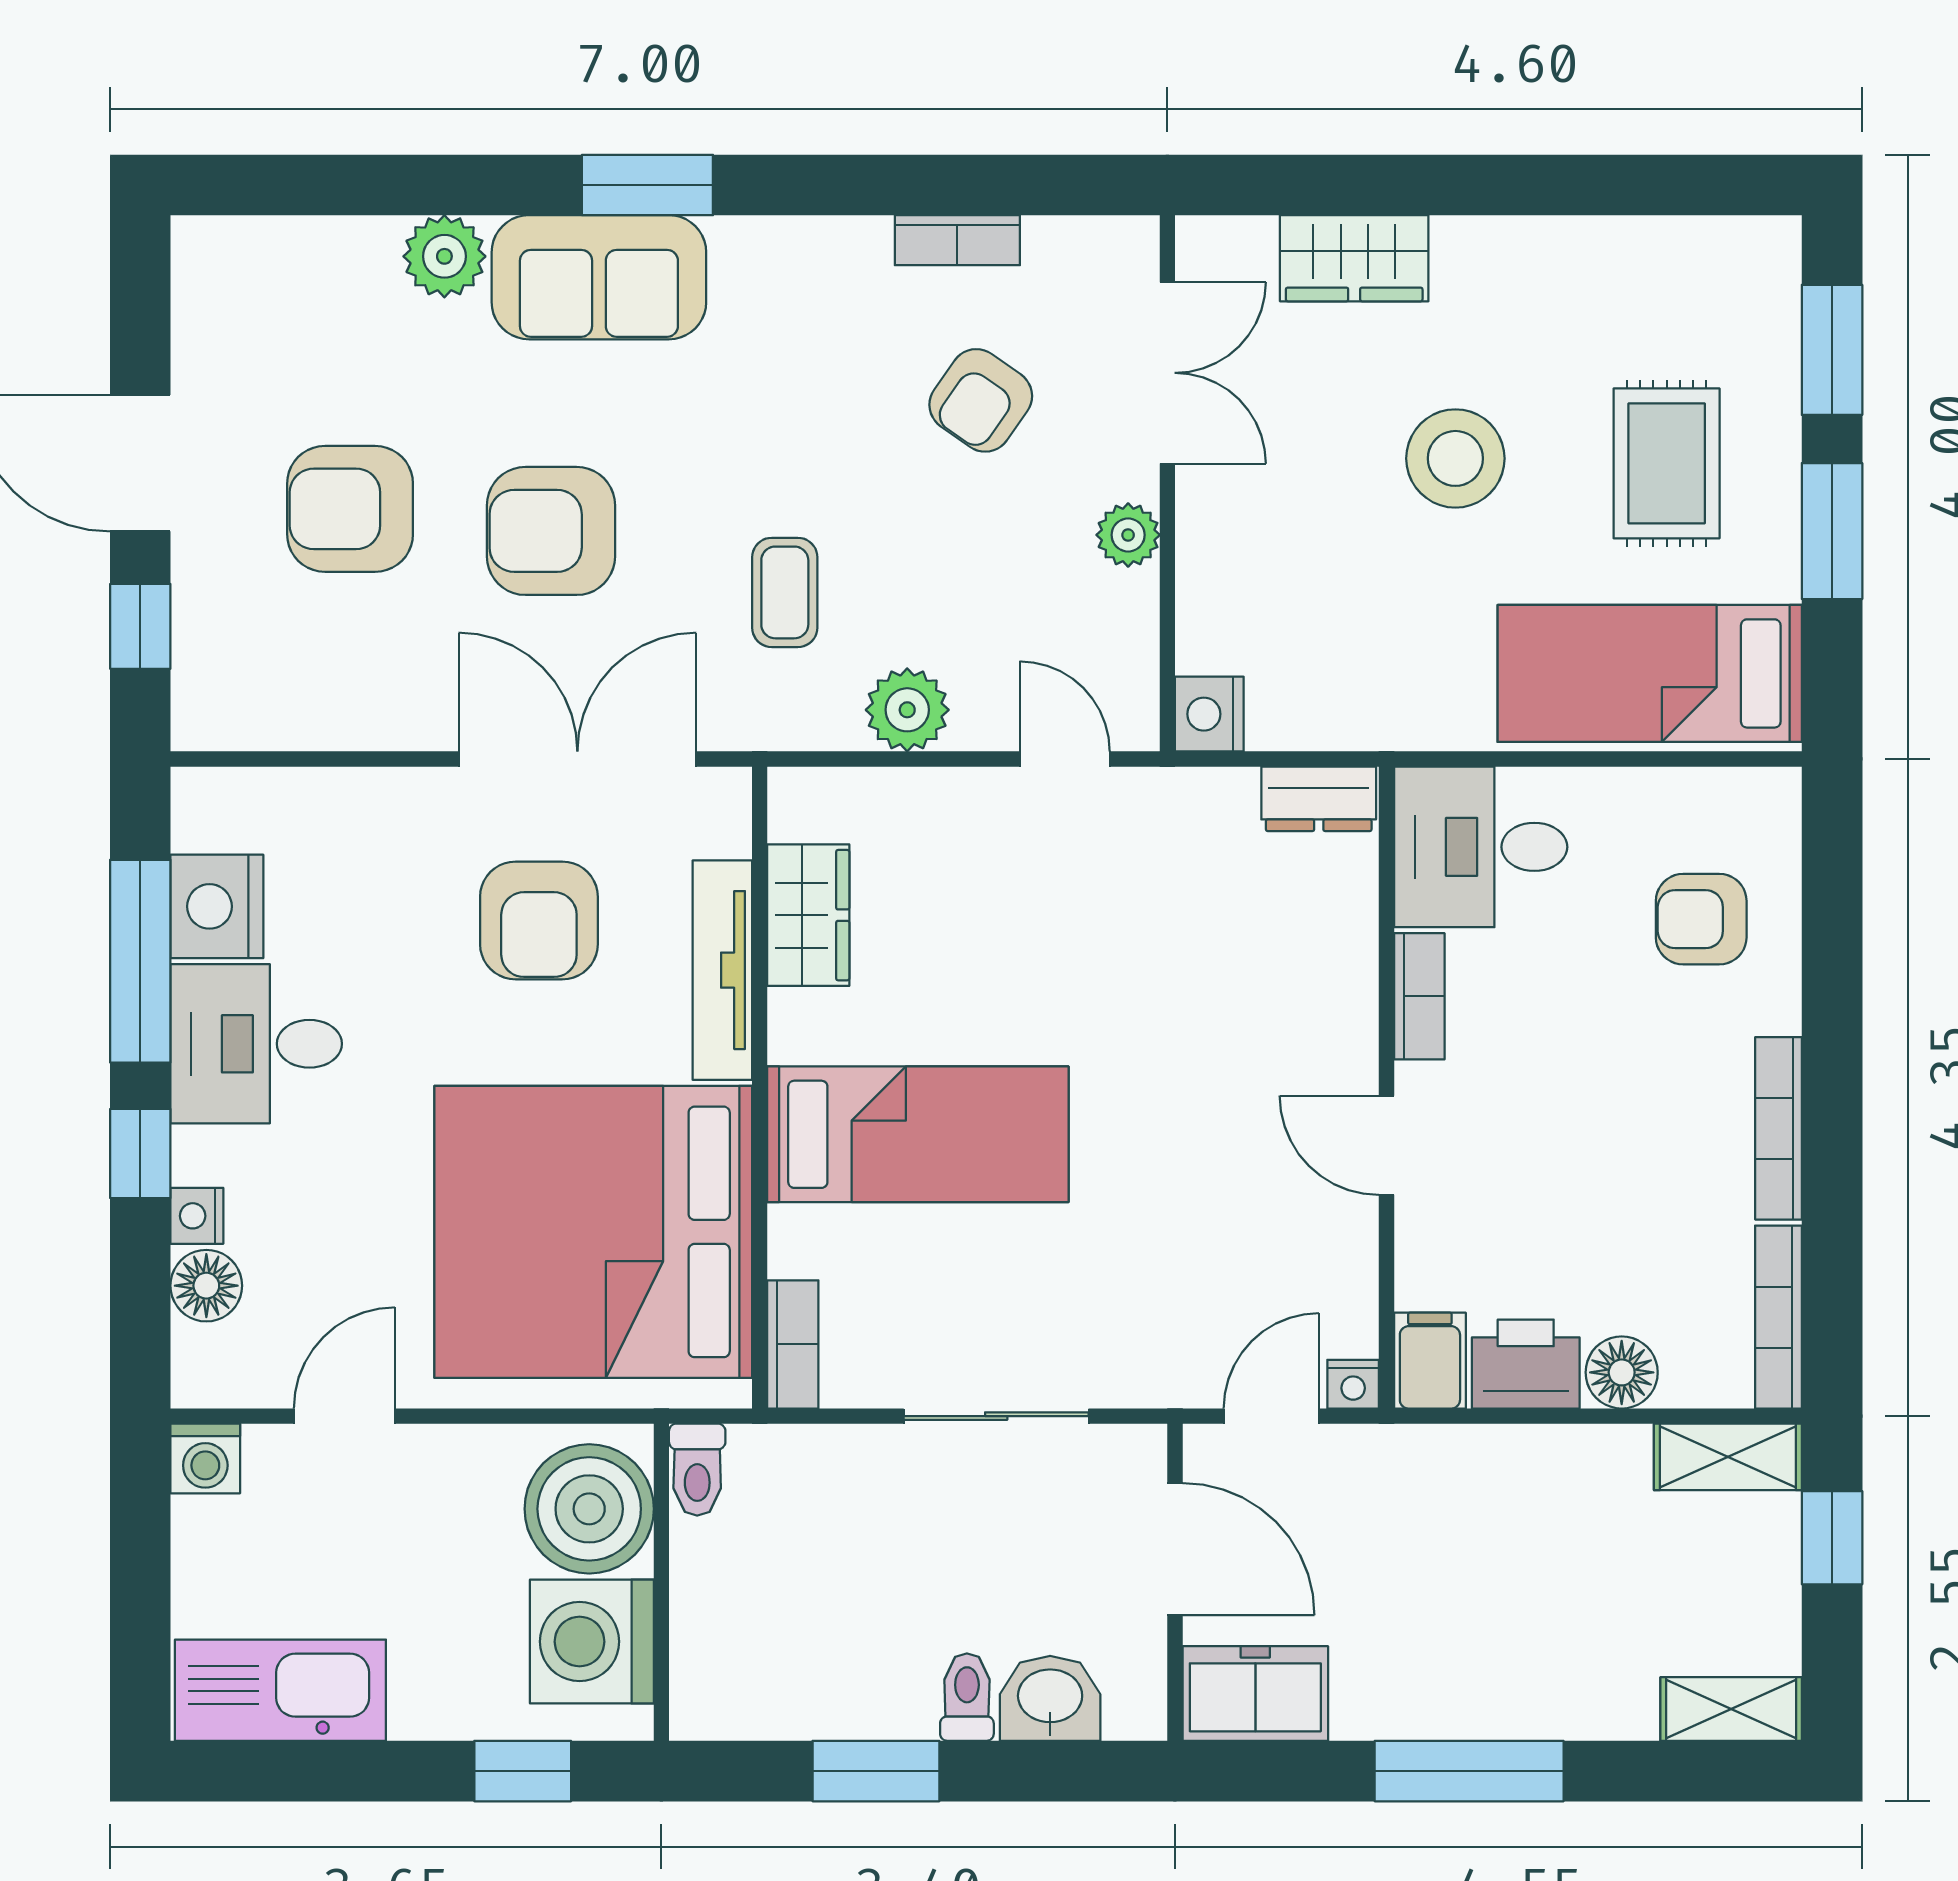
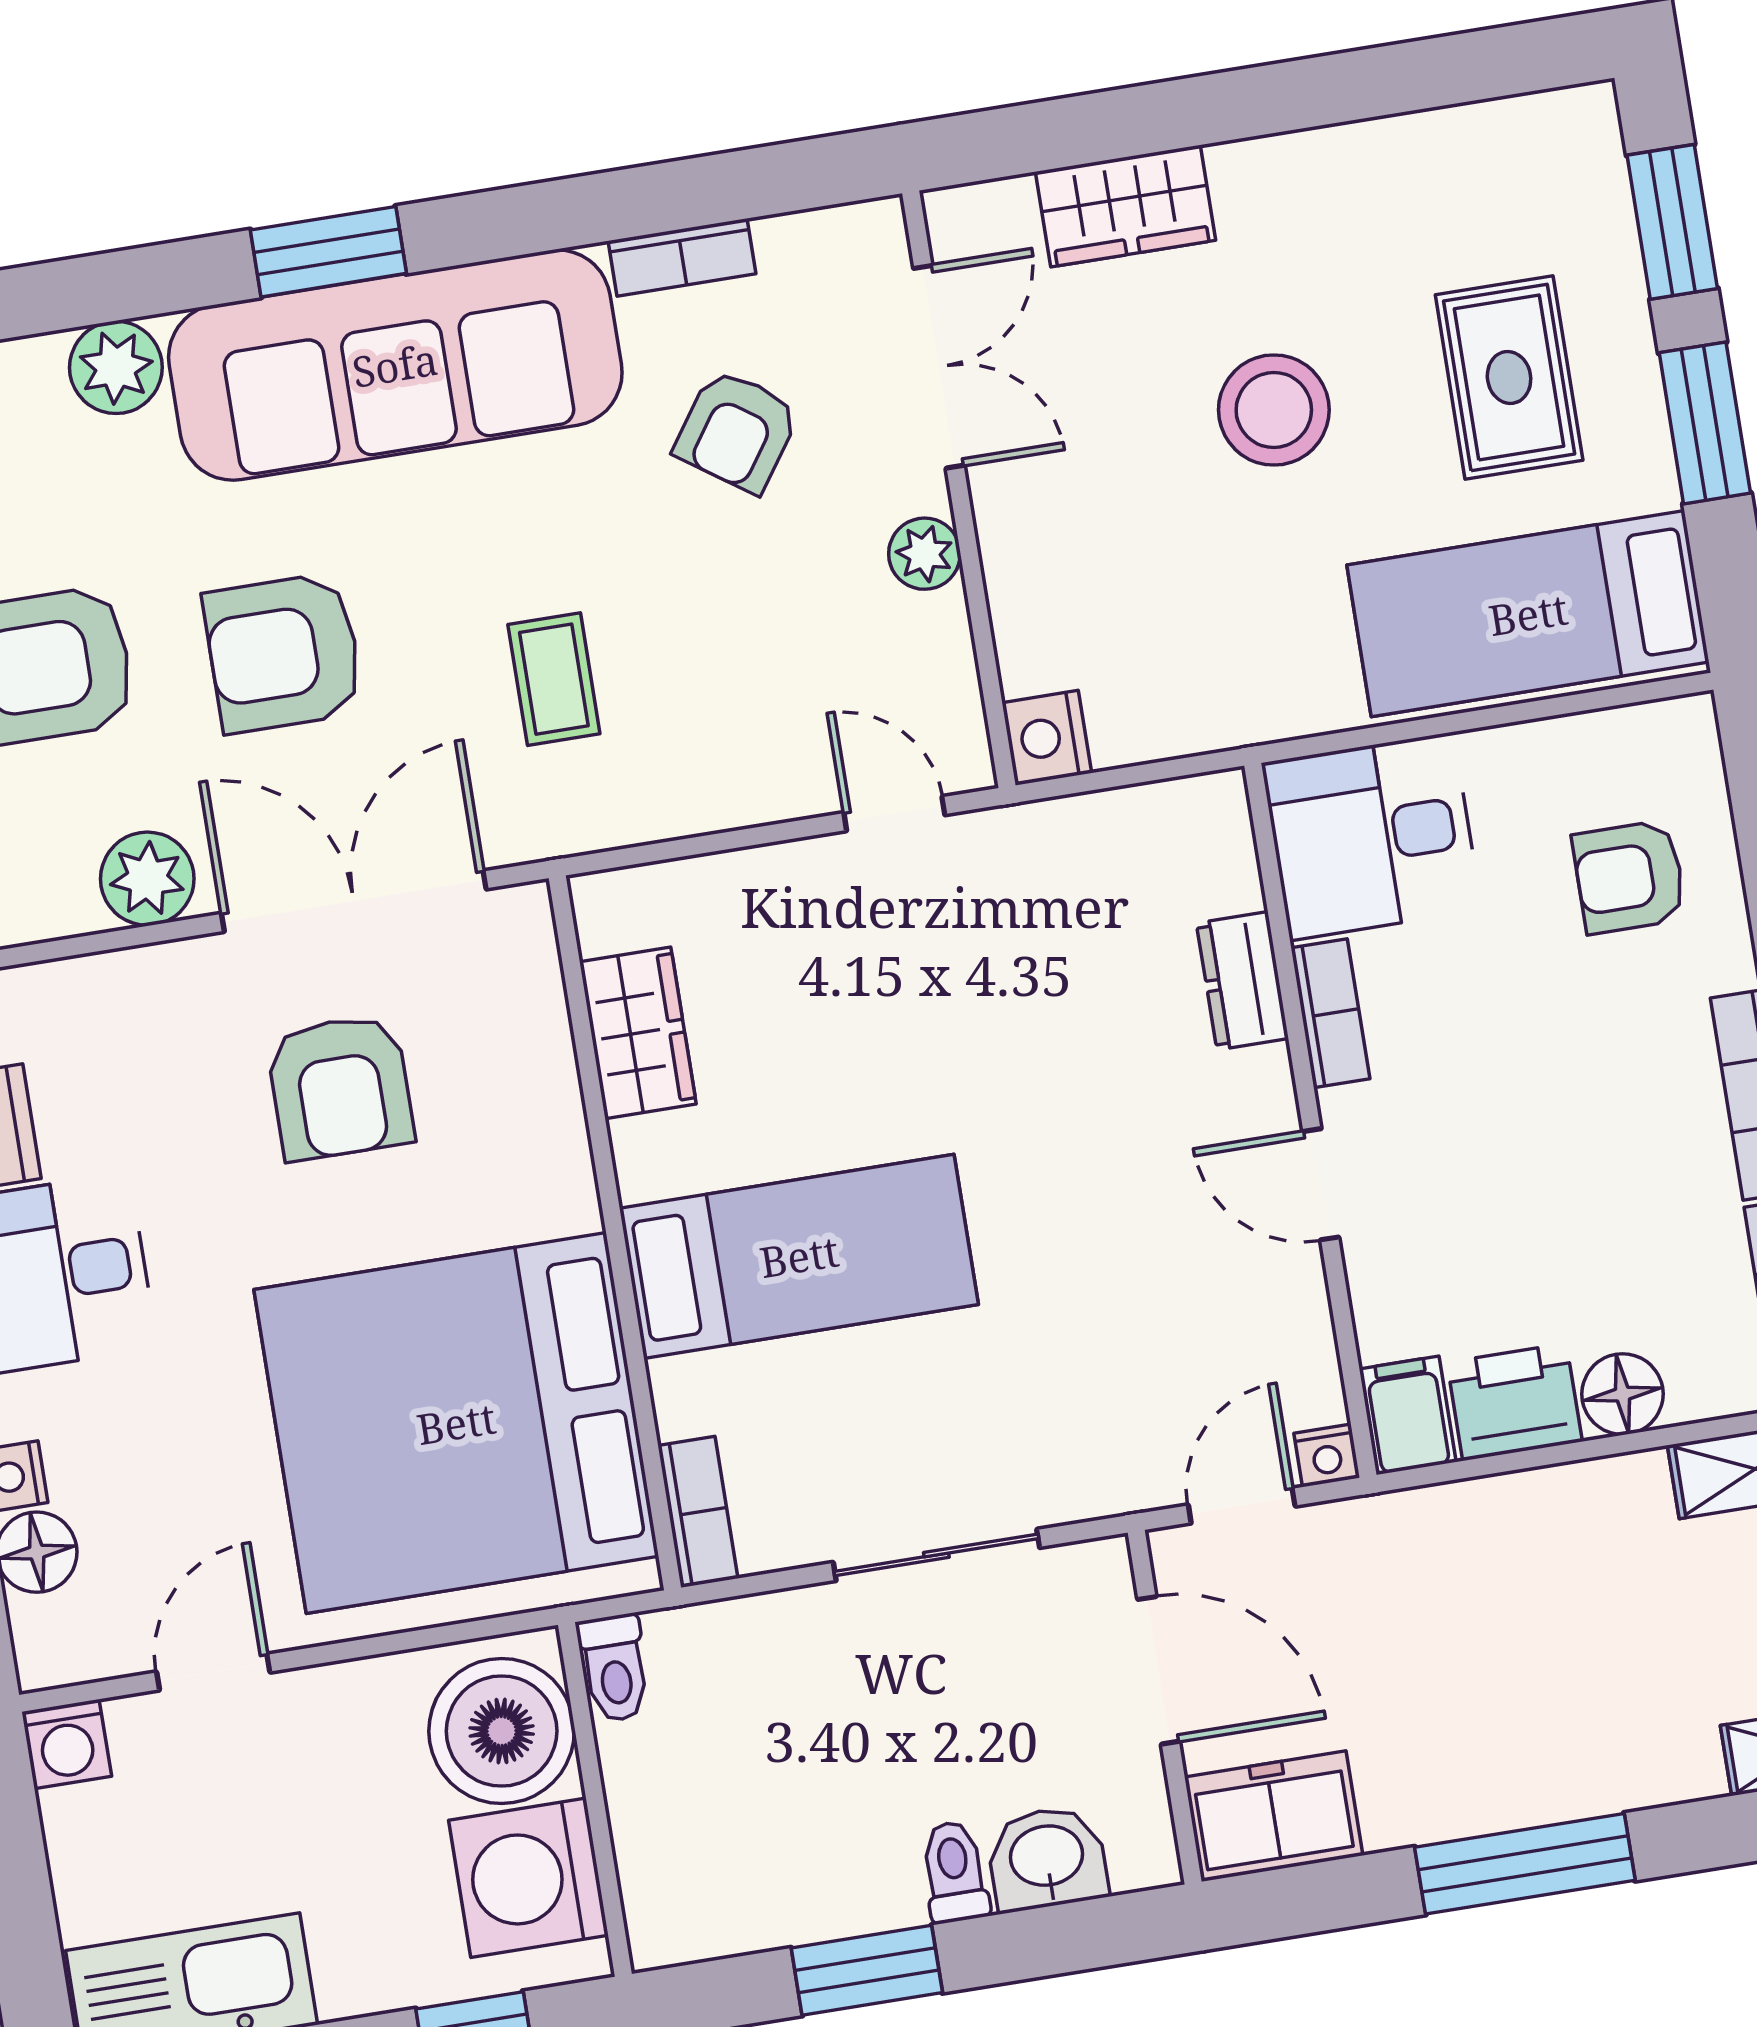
sofa: (599, 277) -> (395, 365), width x1.85, depth x1.27
plant: (907, 710) -> (147, 879), moved
dresser: (1319, 799) -> (1242, 981), moved, turned 90
tv unit: (722, 970) -> (552, 1109), removed

